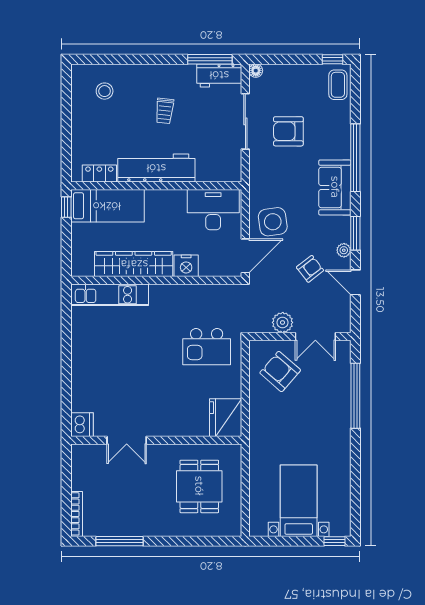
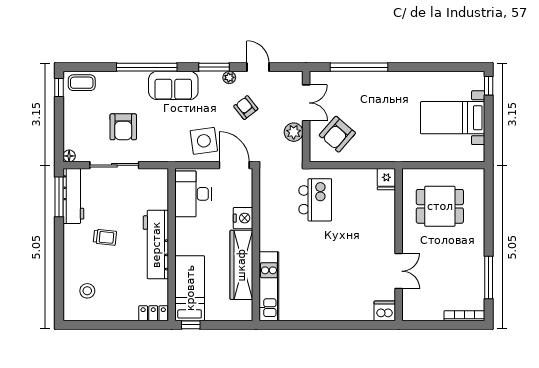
workbench: (219, 75) -> (73, 196), width x1.37
locker: (99, 173) -> (153, 313), moved, turned 90
door: (355, 282) -> (258, 67), swing flipped
fridge: (226, 418) -> (386, 179), width x0.53, depth x0.75

